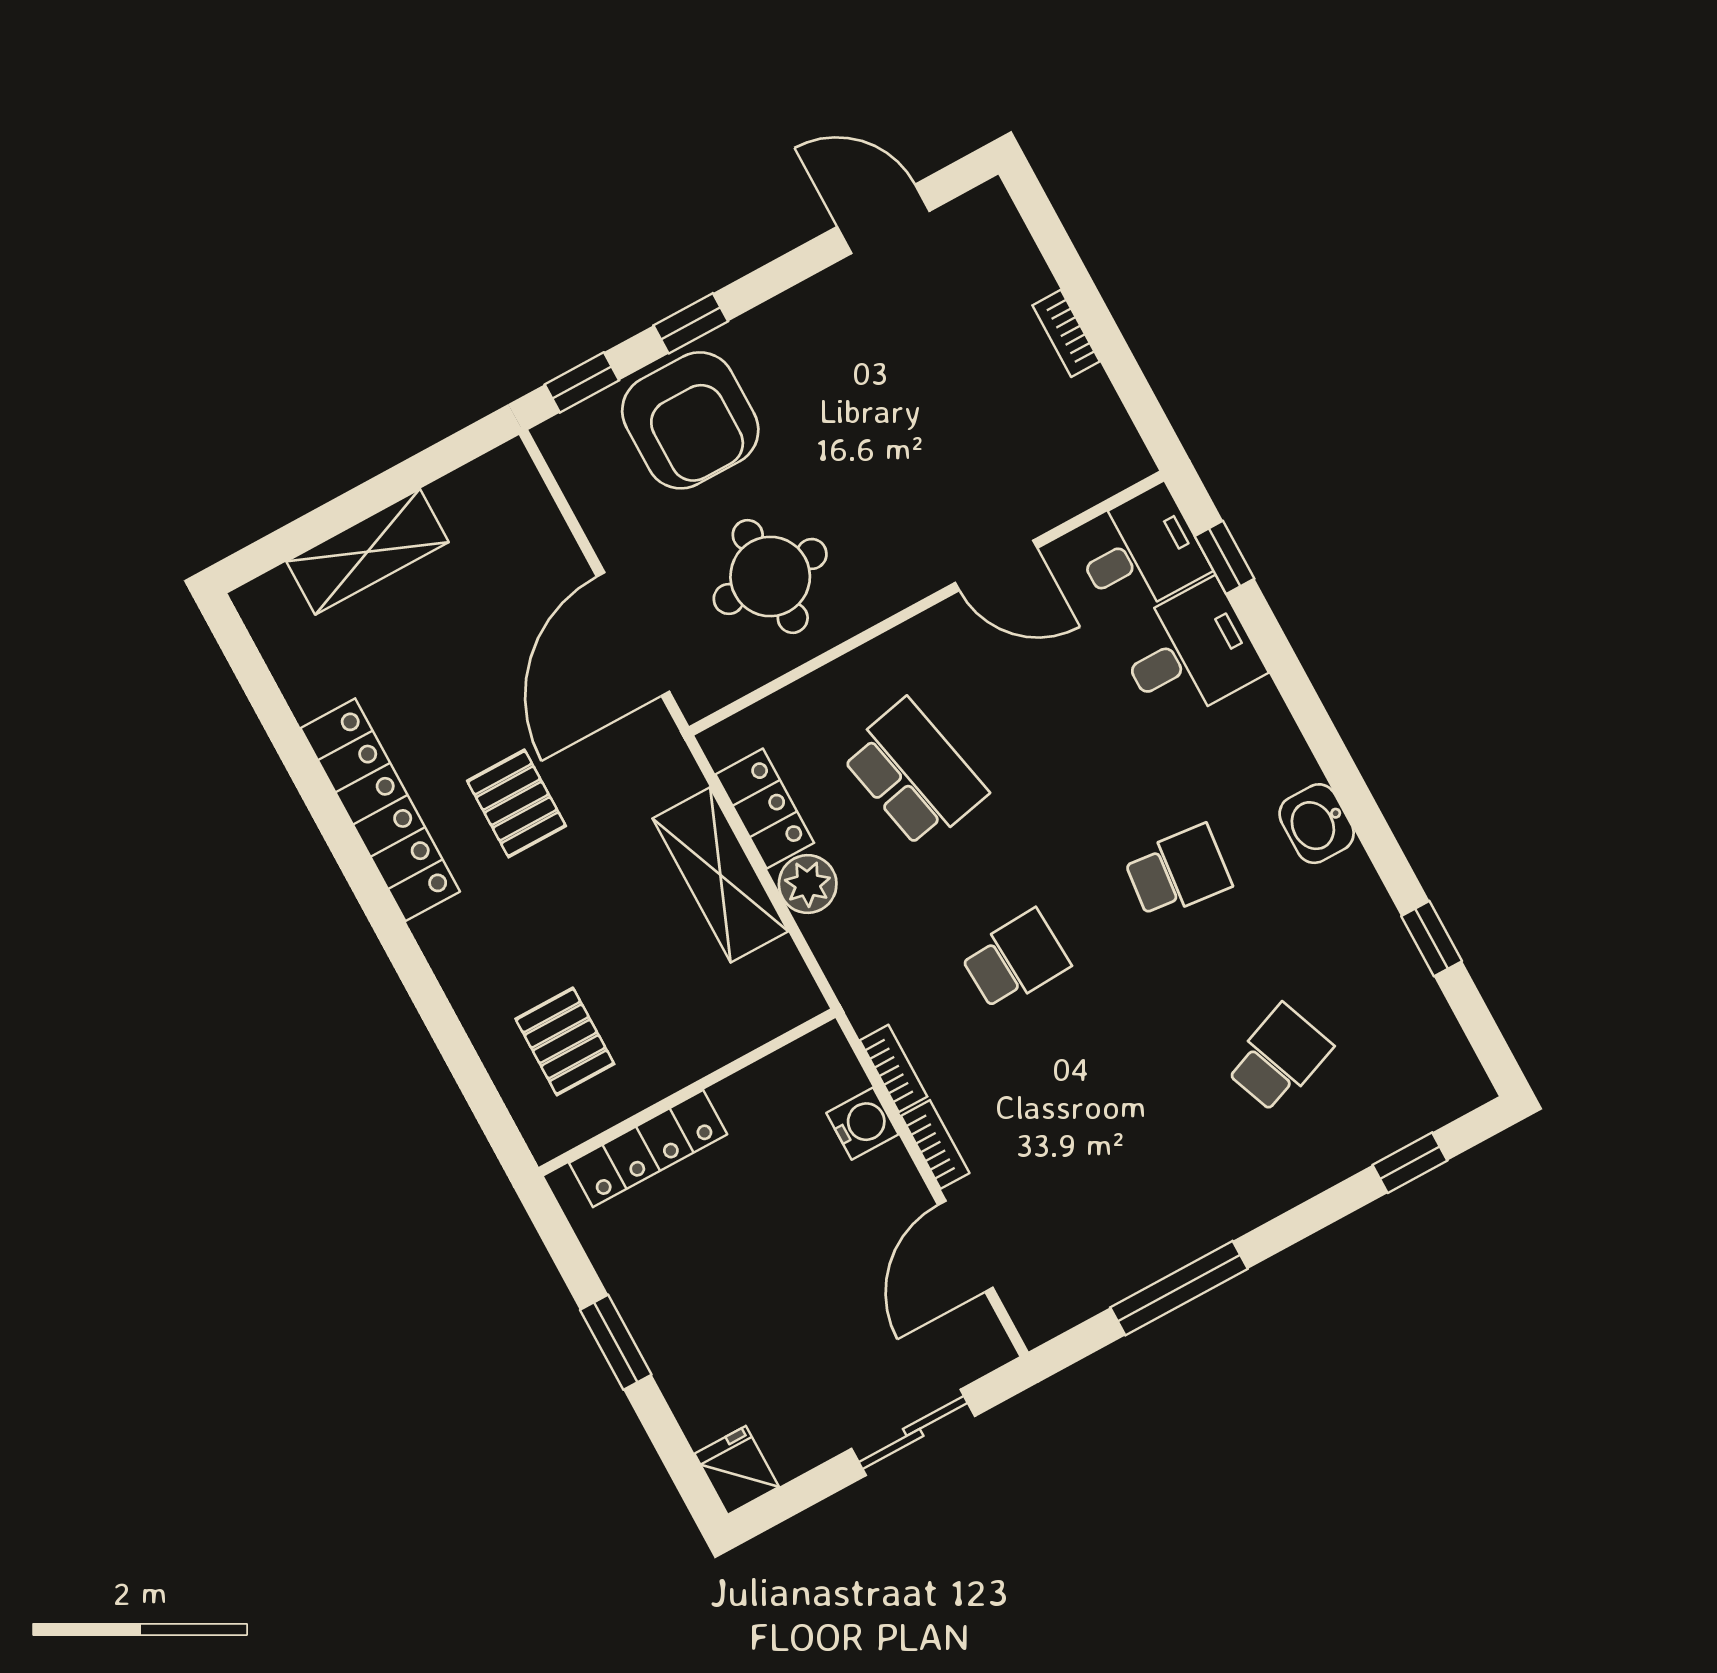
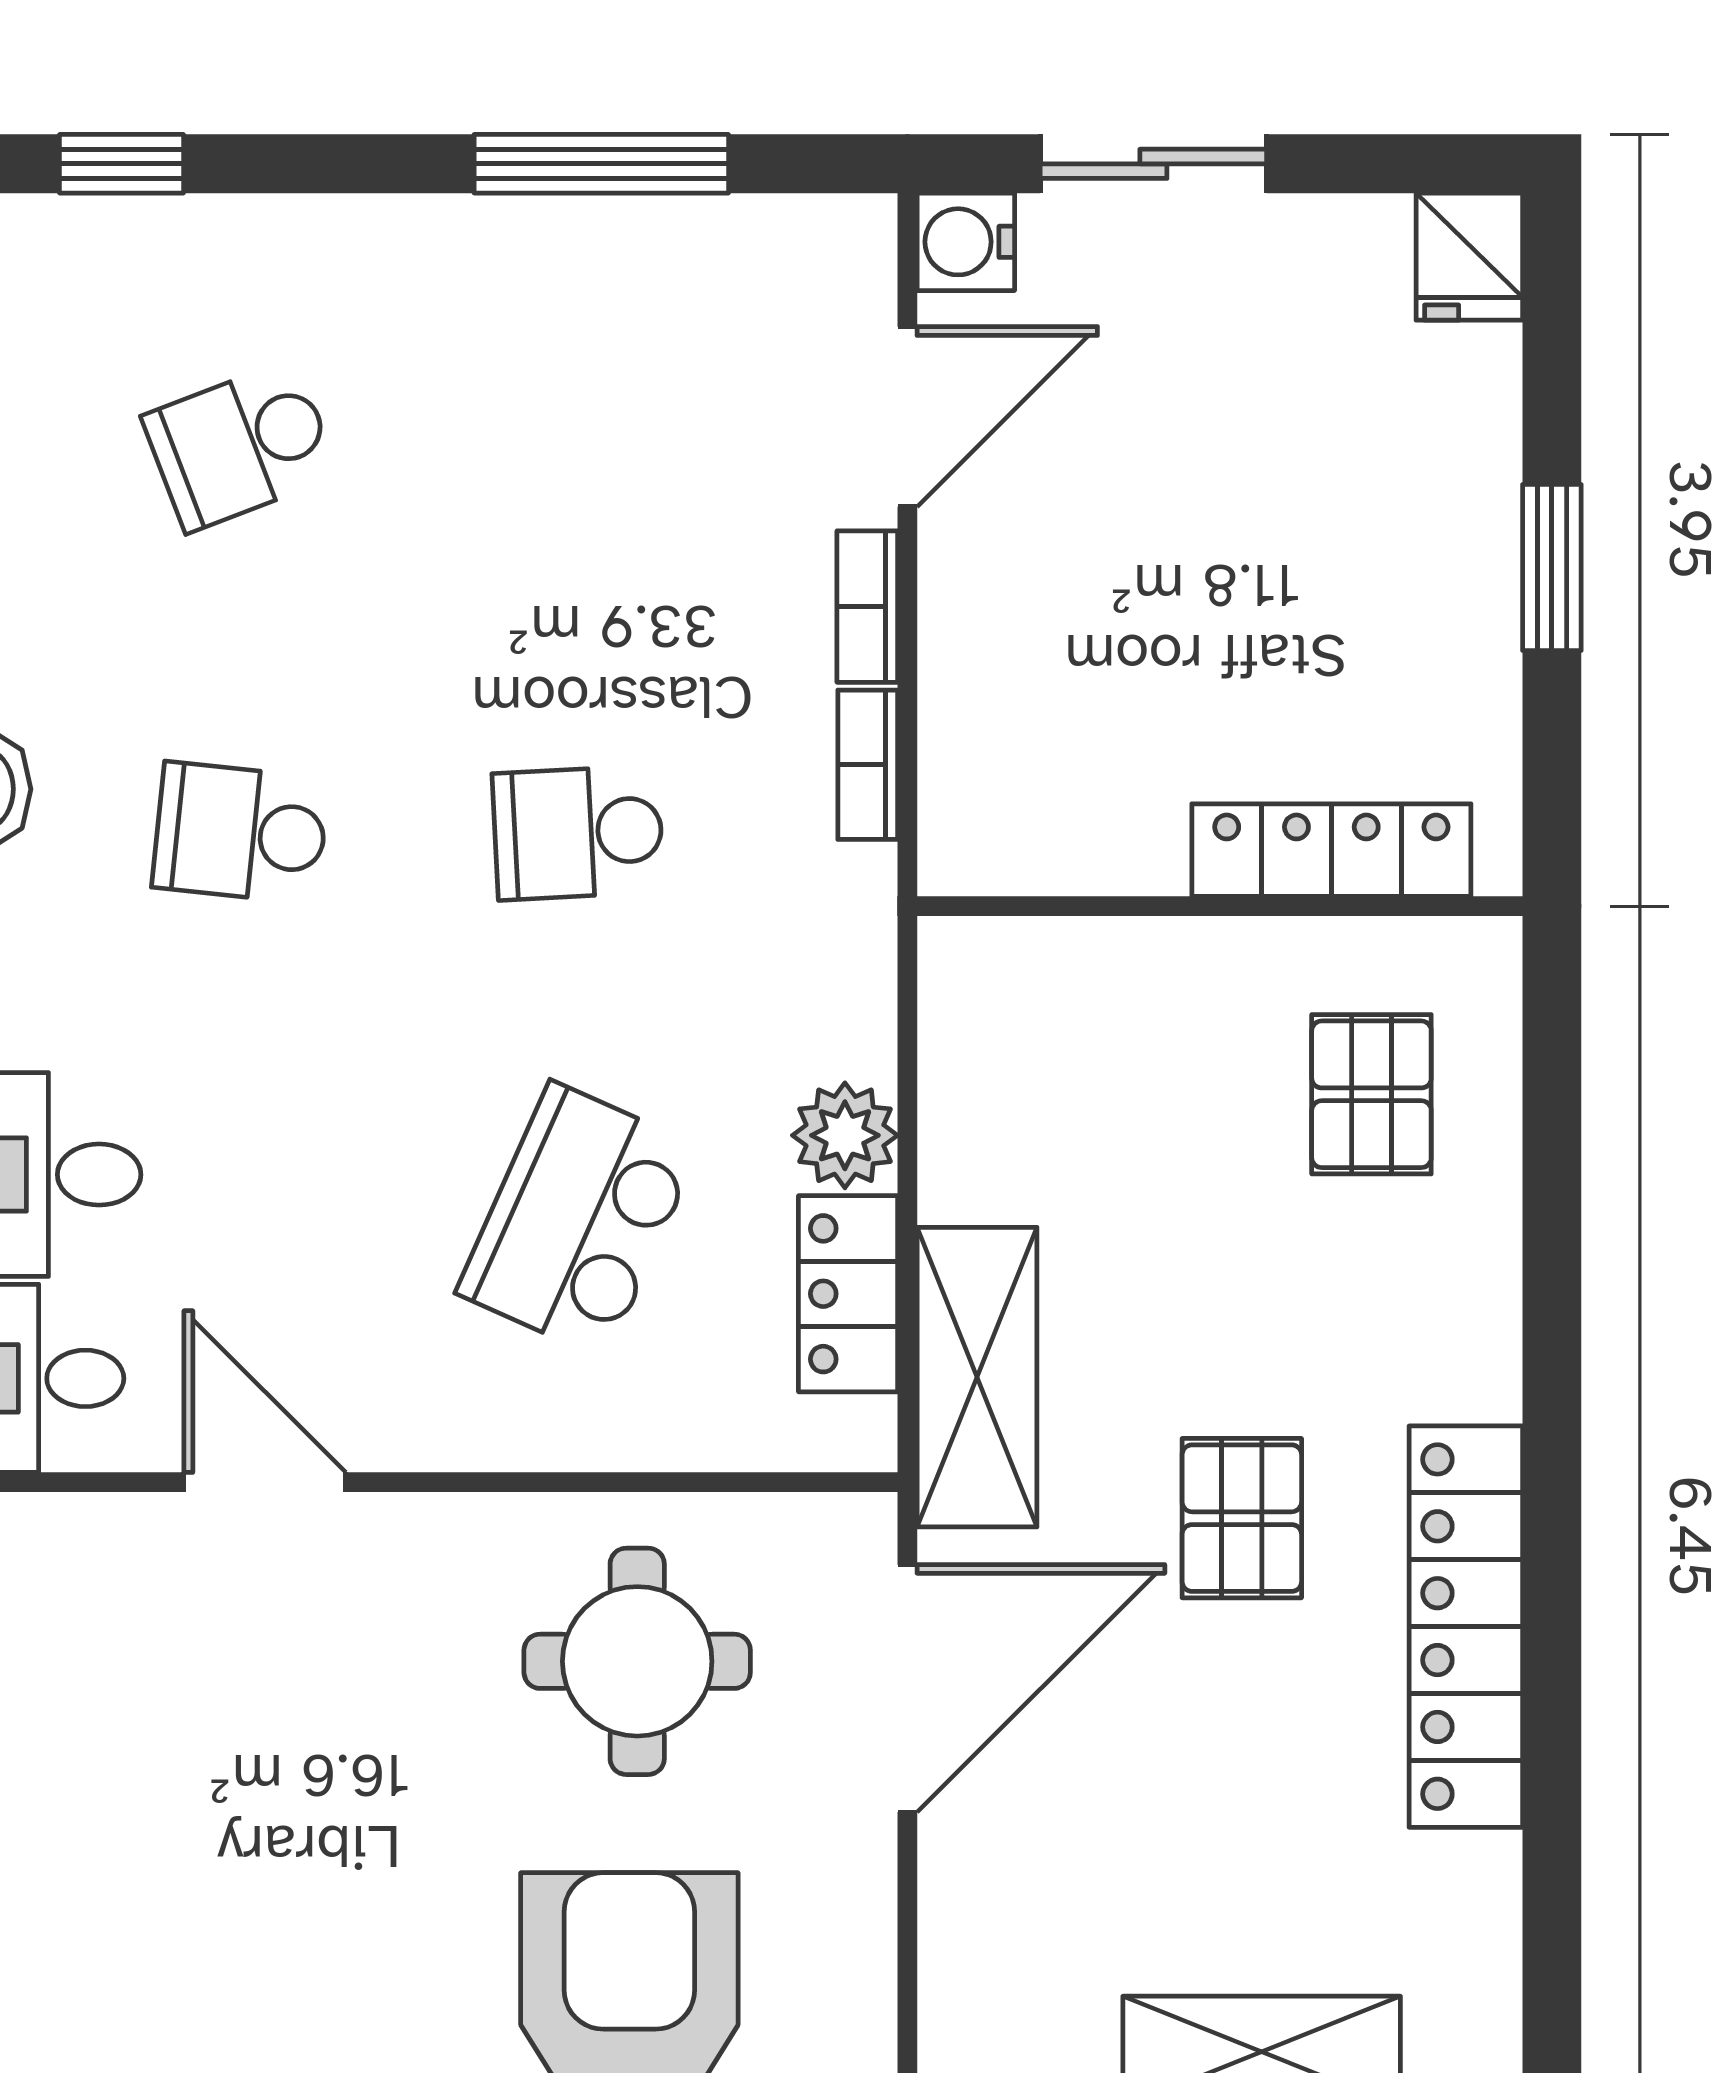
school desk: (914, 774) -> (578, 1220), turned 36
shelving: (720, 875) -> (977, 1377), moved
water cooler: (862, 1124) -> (966, 242), moved

